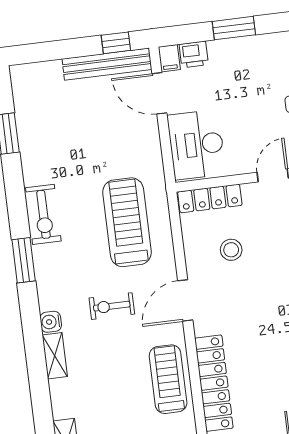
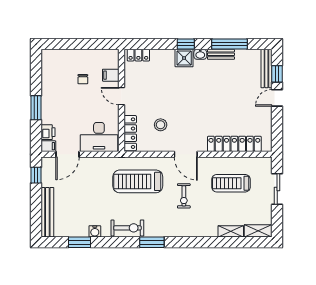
bench: (107, 64) -> (47, 212), moved
water cooler: (51, 322) -> (95, 231), moved
shelving: (55, 356) -> (231, 231), moved
treadmill: (168, 379) -> (231, 183), moved

